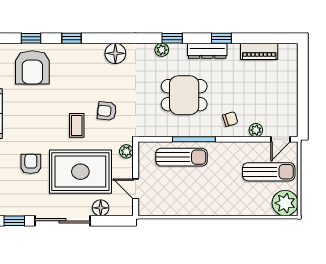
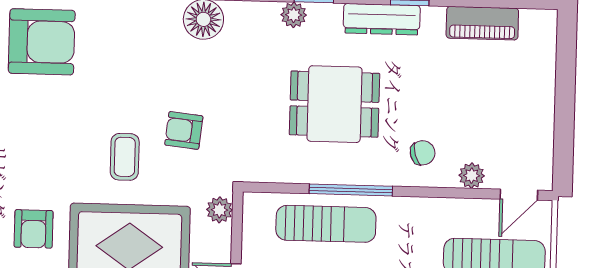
armchair: (32, 67) -> (42, 42), turned -90
armchair: (31, 164) -> (34, 229), turned 180

